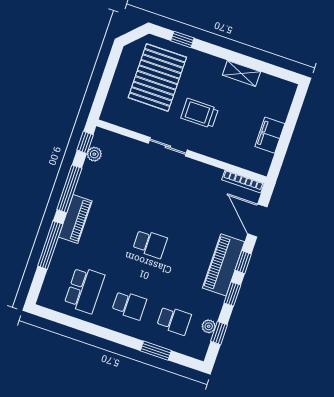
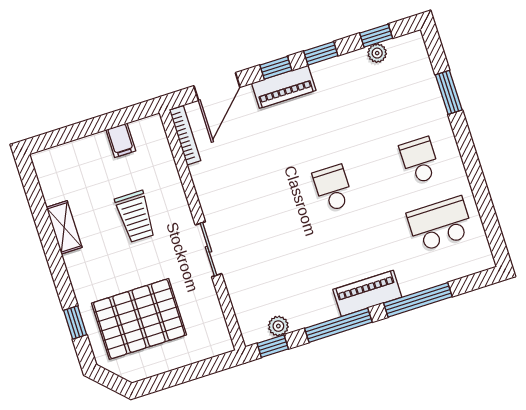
trolley: (200, 113) -> (135, 216), moved
filing cabinet: (270, 135) -> (121, 140), width x0.50
piano: (223, 265) -> (284, 87), width x0.73, depth x0.75
school desk: (174, 320) -> (399, 97), removed

